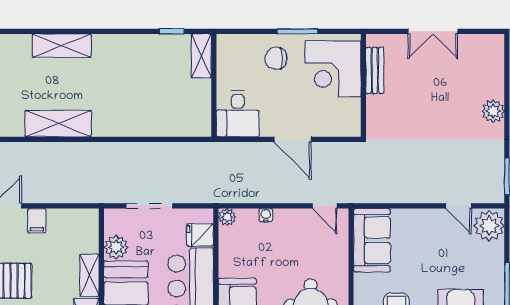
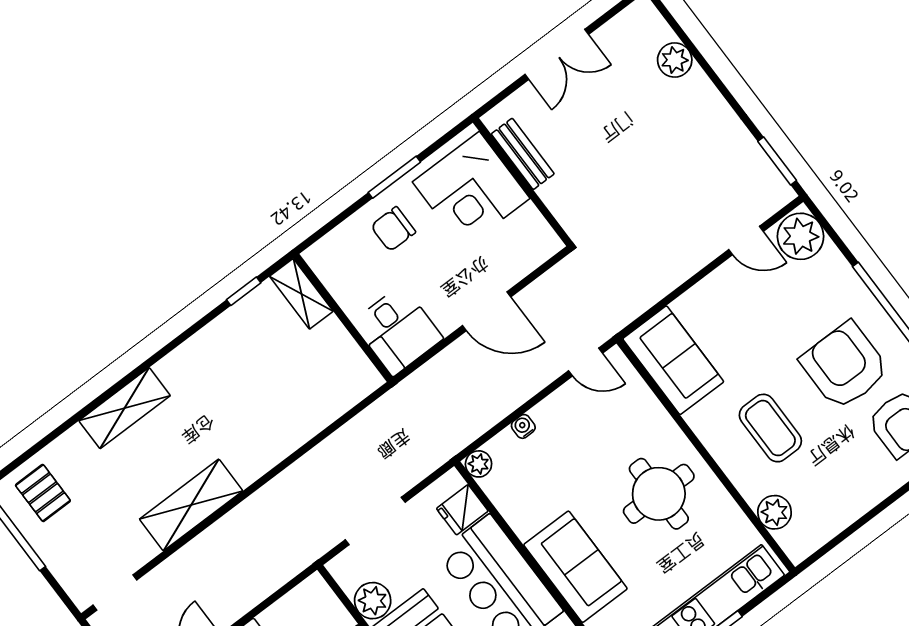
plant: (493, 111) -> (675, 60), moved

